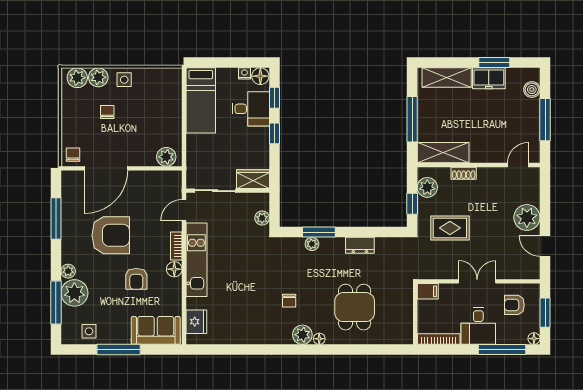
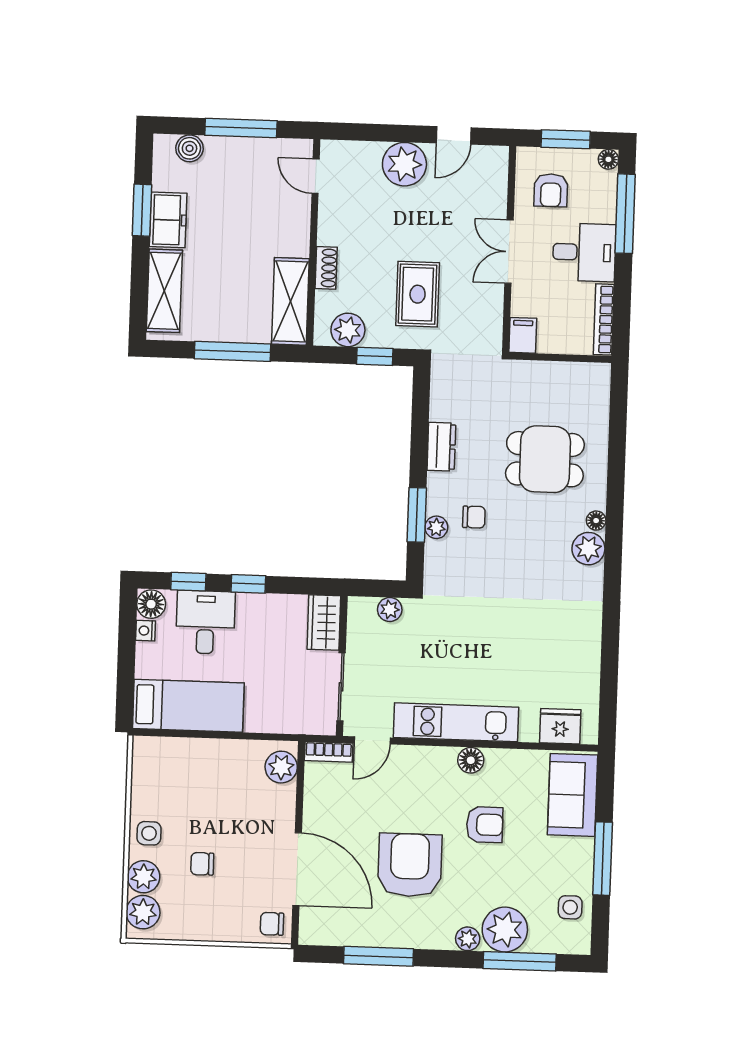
door: (184, 210) -> (372, 740), hinge flipped
bookcase: (176, 246) -> (329, 752), moved
chair: (289, 301) -> (474, 517), moved

